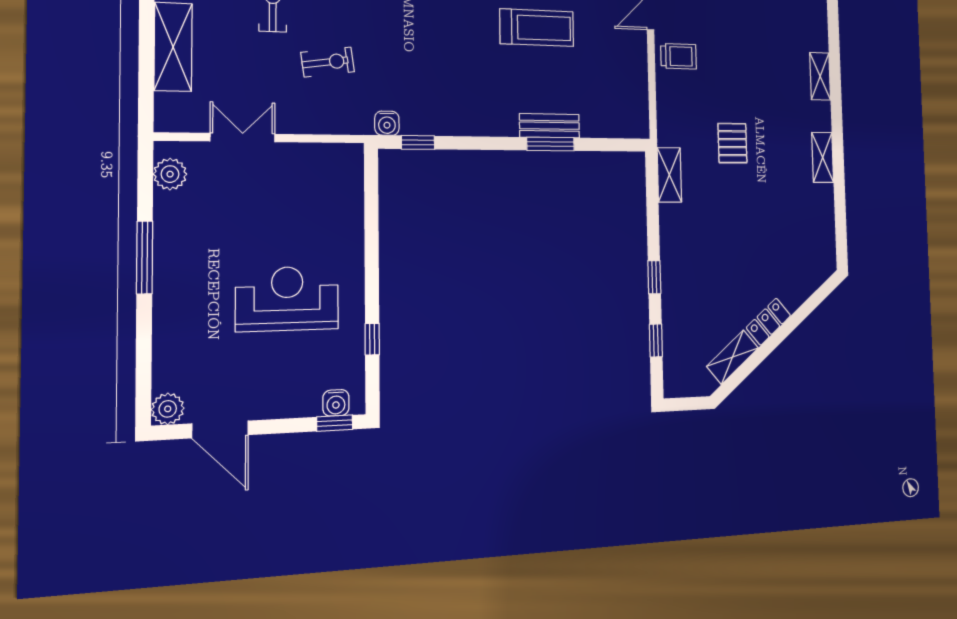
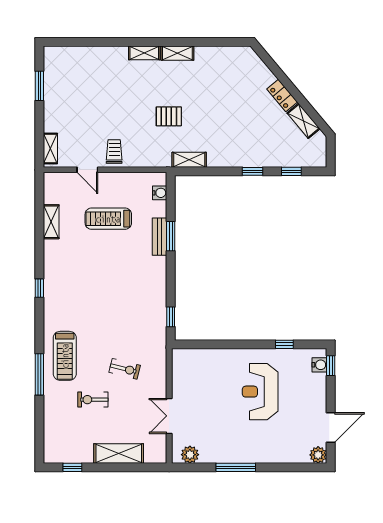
treadmill: (537, 28) -> (108, 219), moved, turned -90
exercise bike: (328, 62) -> (125, 369), turned 112
shelving: (820, 76) -> (144, 53), moved
water cooler: (387, 123) -> (160, 193), moved

